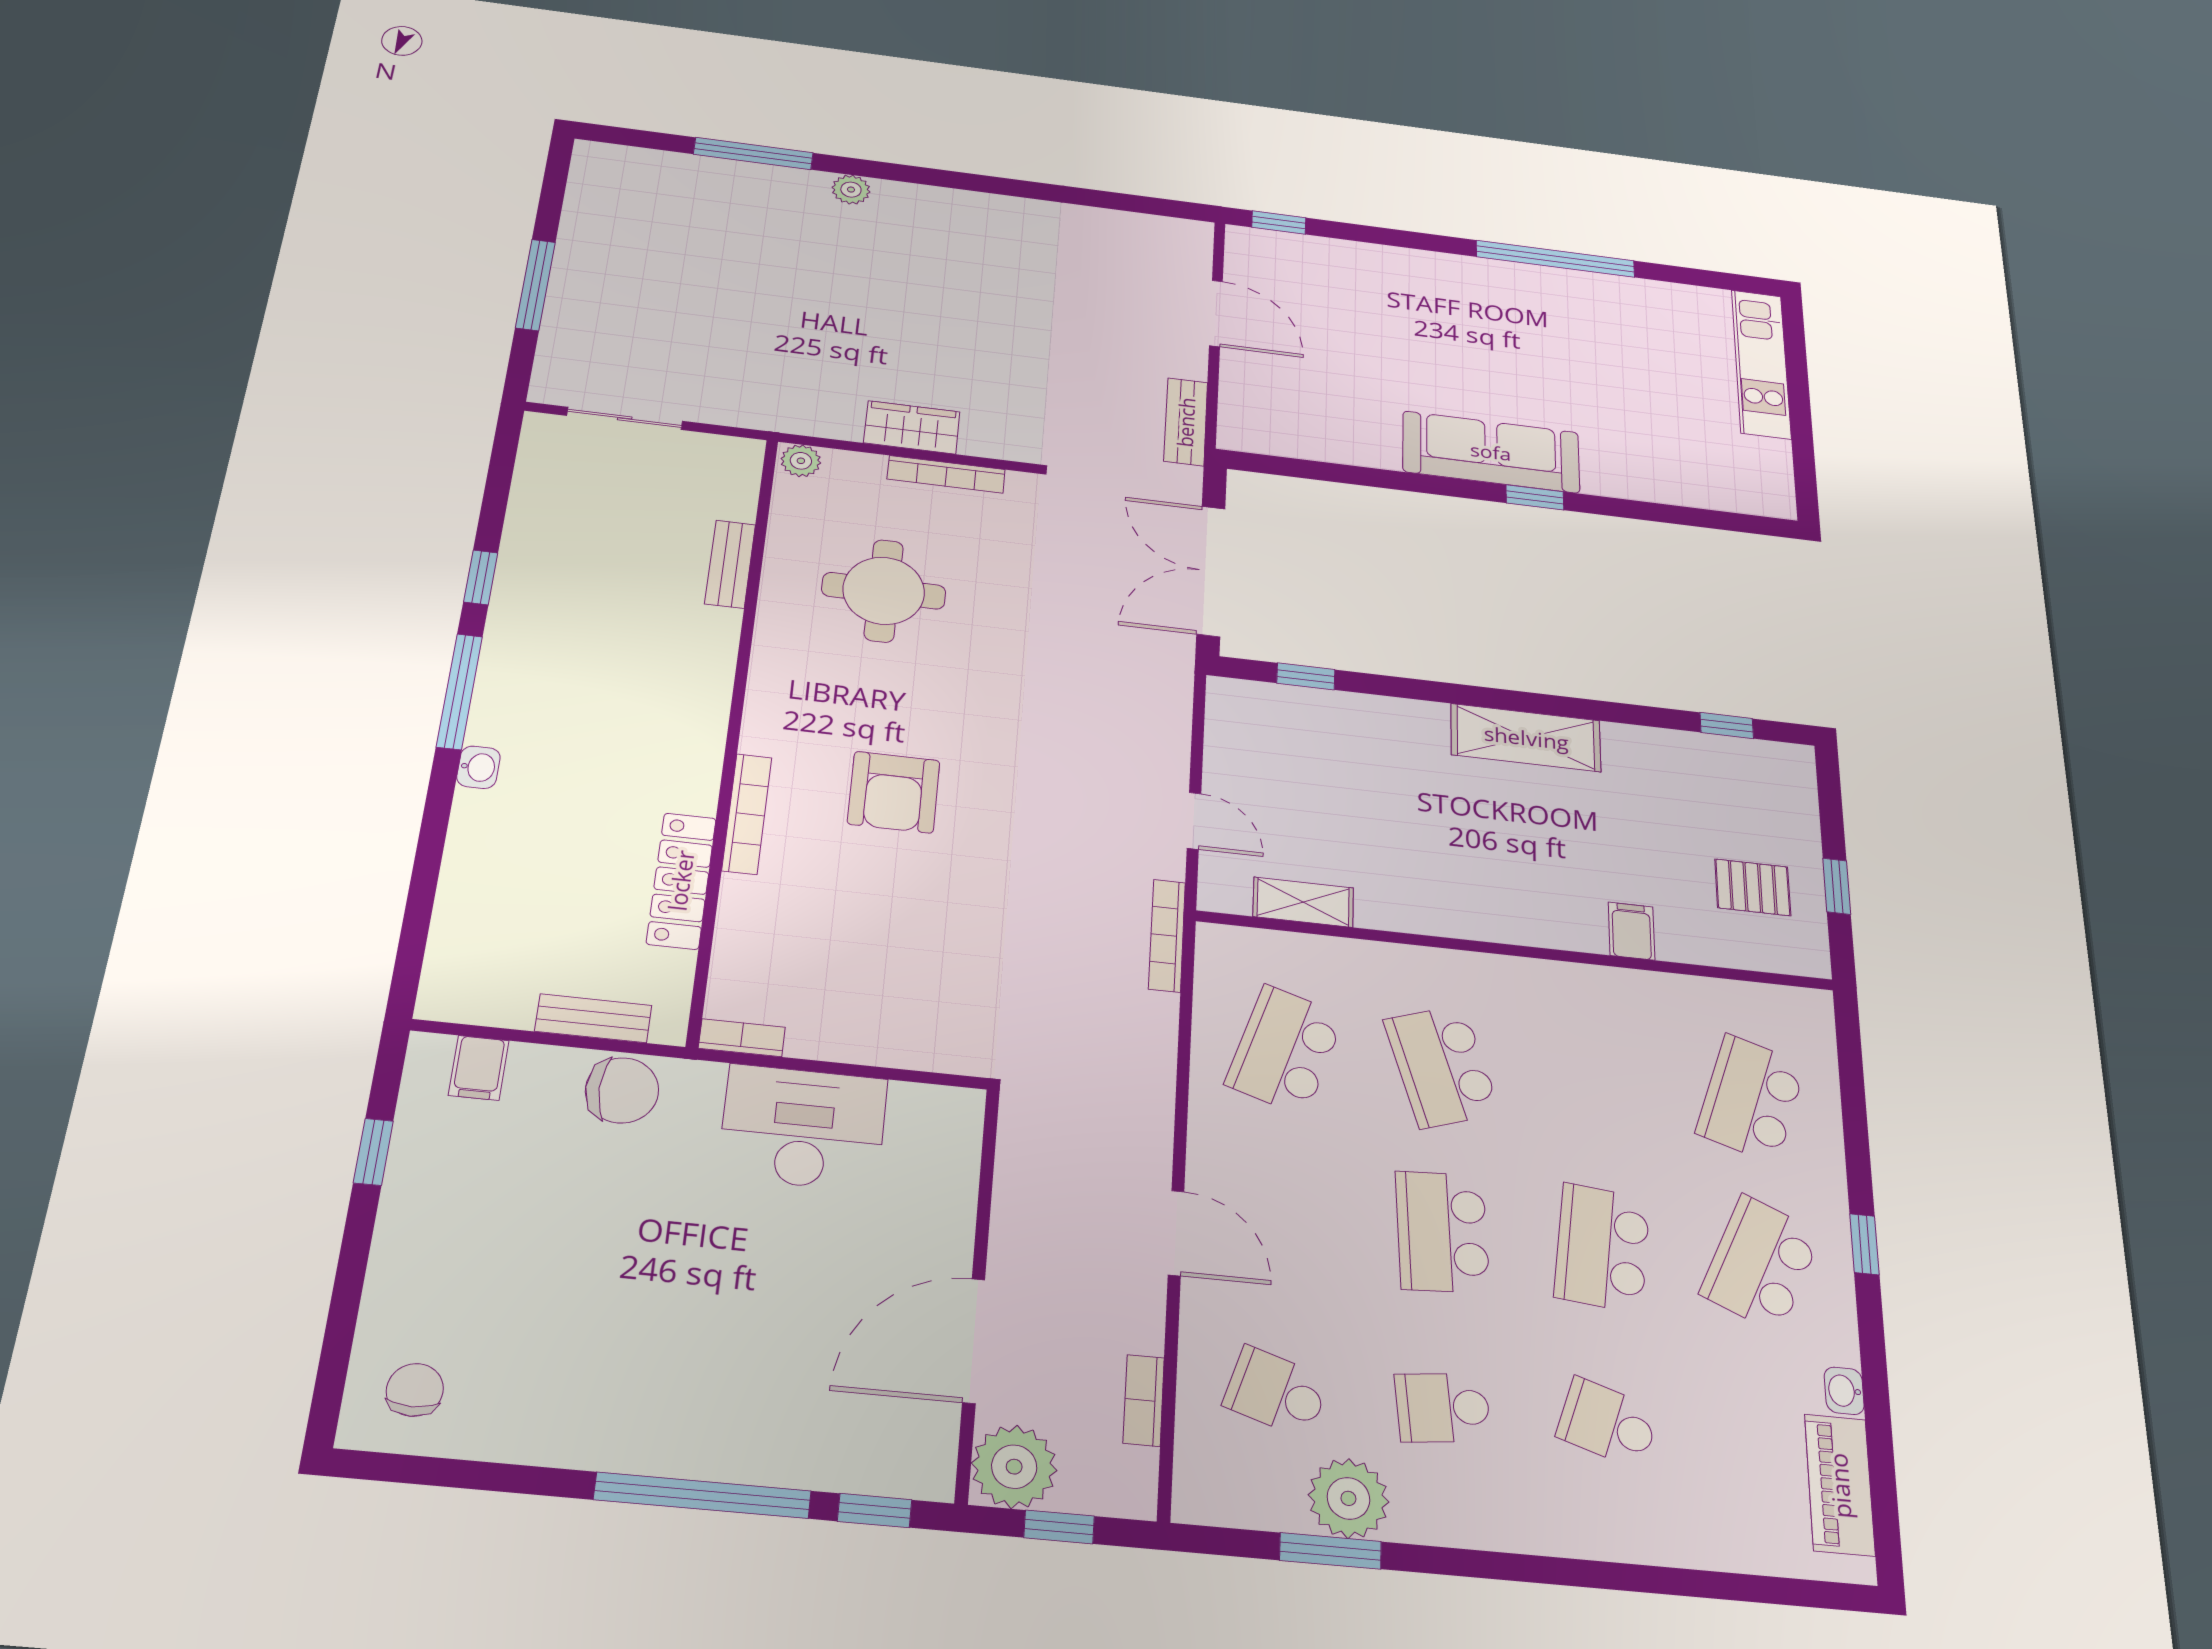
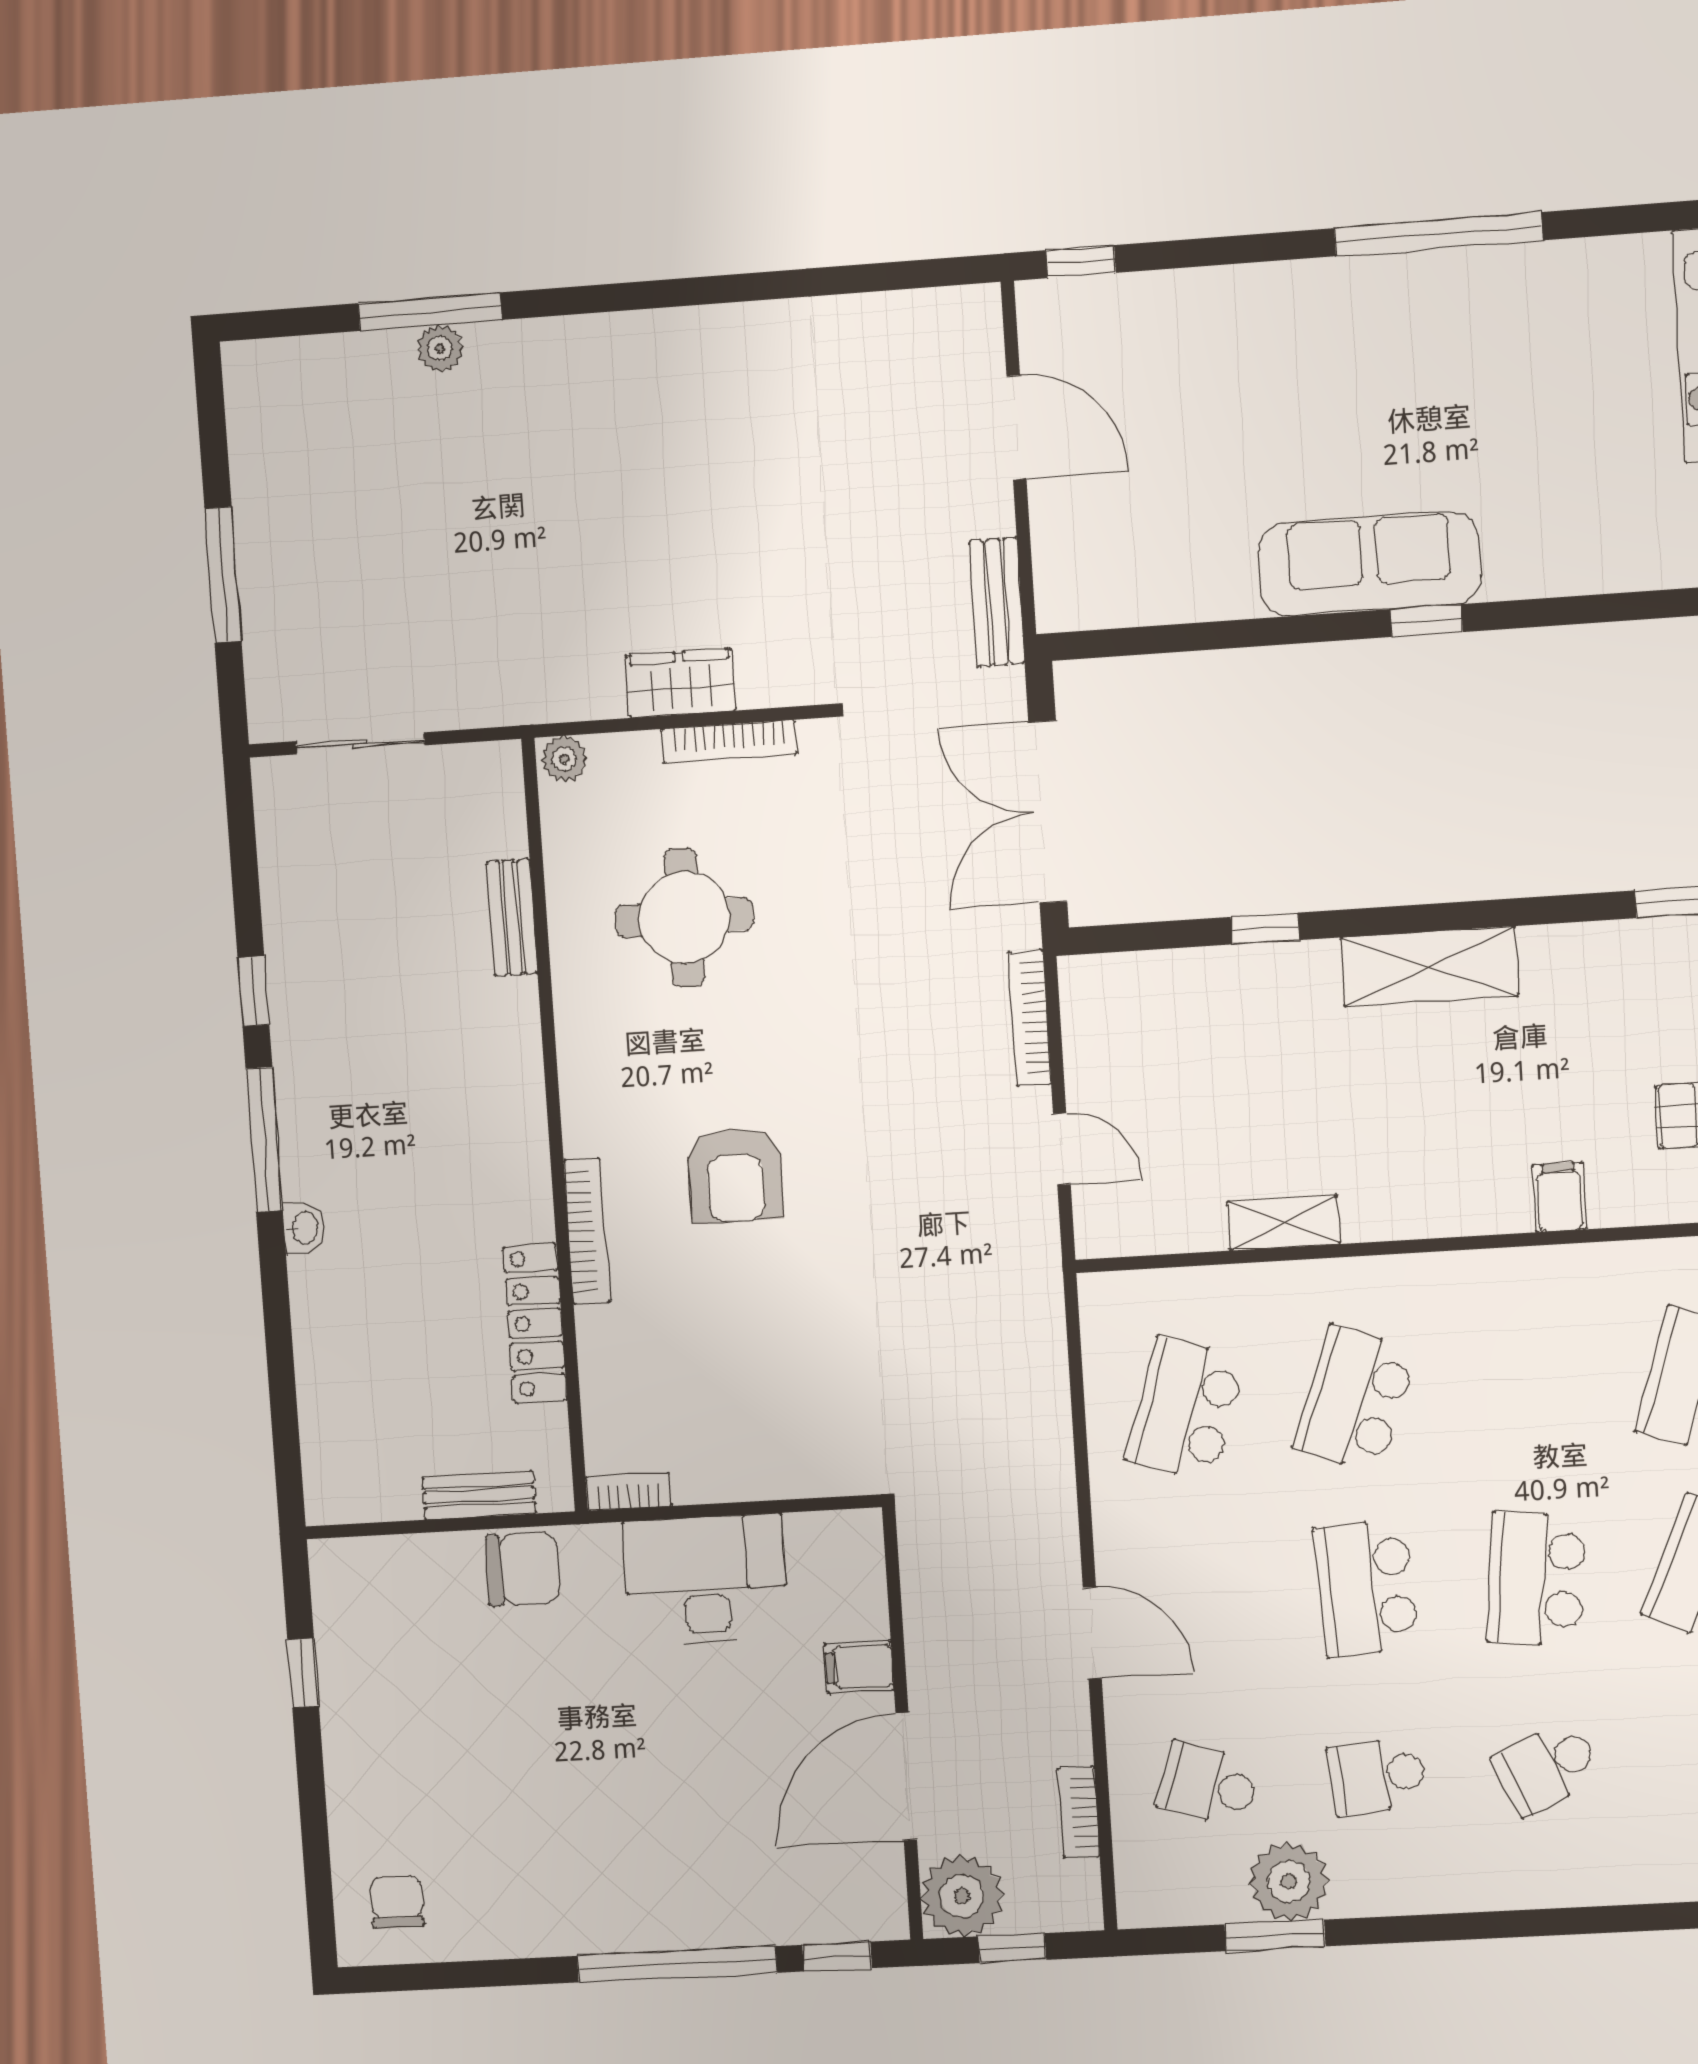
plant: (851, 190) -> (440, 348), moved
window: (1306, 676) -> (1265, 929), moved
shelving: (1303, 902) -> (1284, 1223), moved
bookcase: (1167, 935) -> (1030, 1018), moved
school desk: (1442, 1066) -> (1355, 1399), turned 39
filing cabinet: (479, 1068) -> (859, 1667), moved, turned 90
school desk: (1608, 1423) -> (1547, 1767), turned -42

